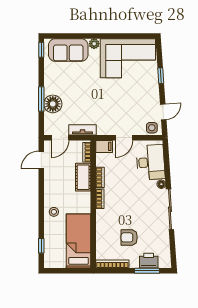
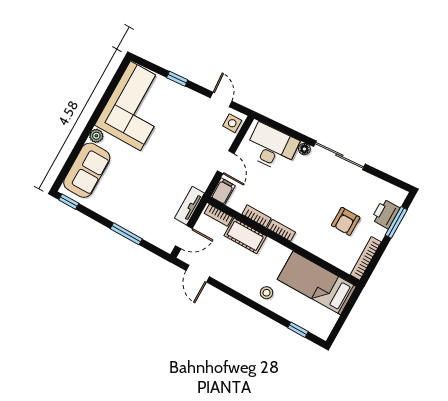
floor lamp: (53, 104) -> (140, 223), removed
door: (60, 138) -> (184, 237), hinge flipped

